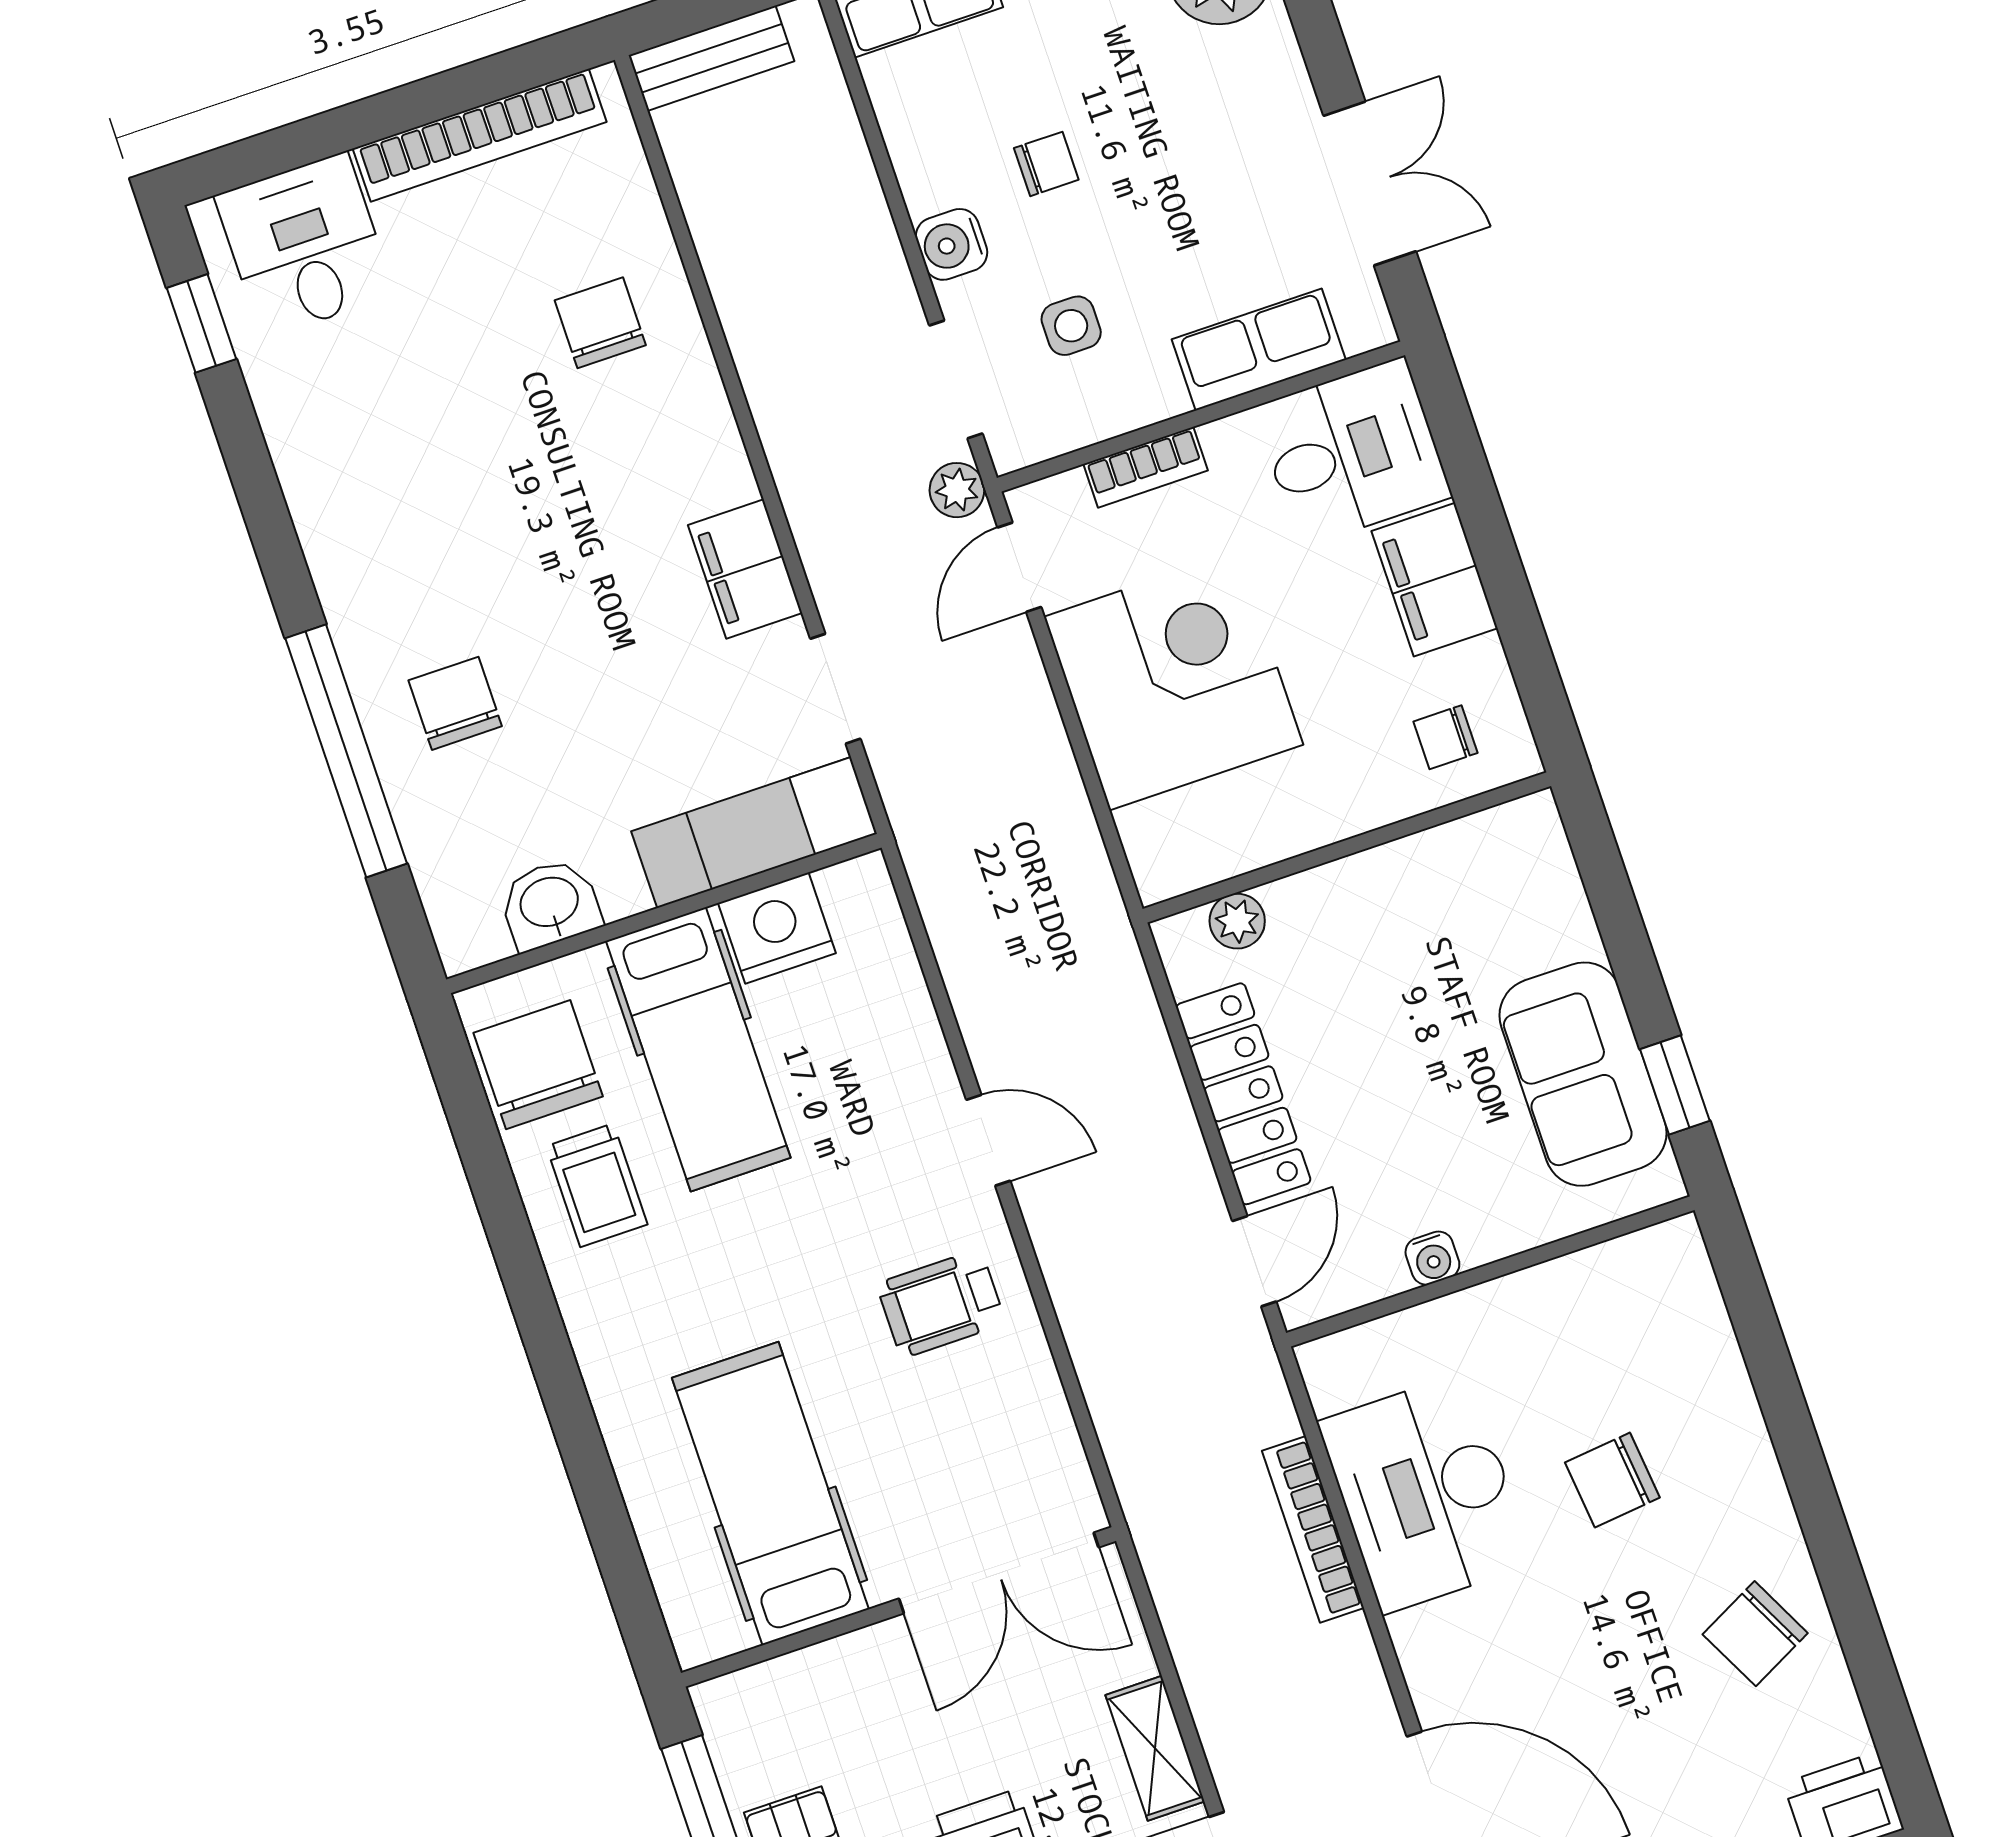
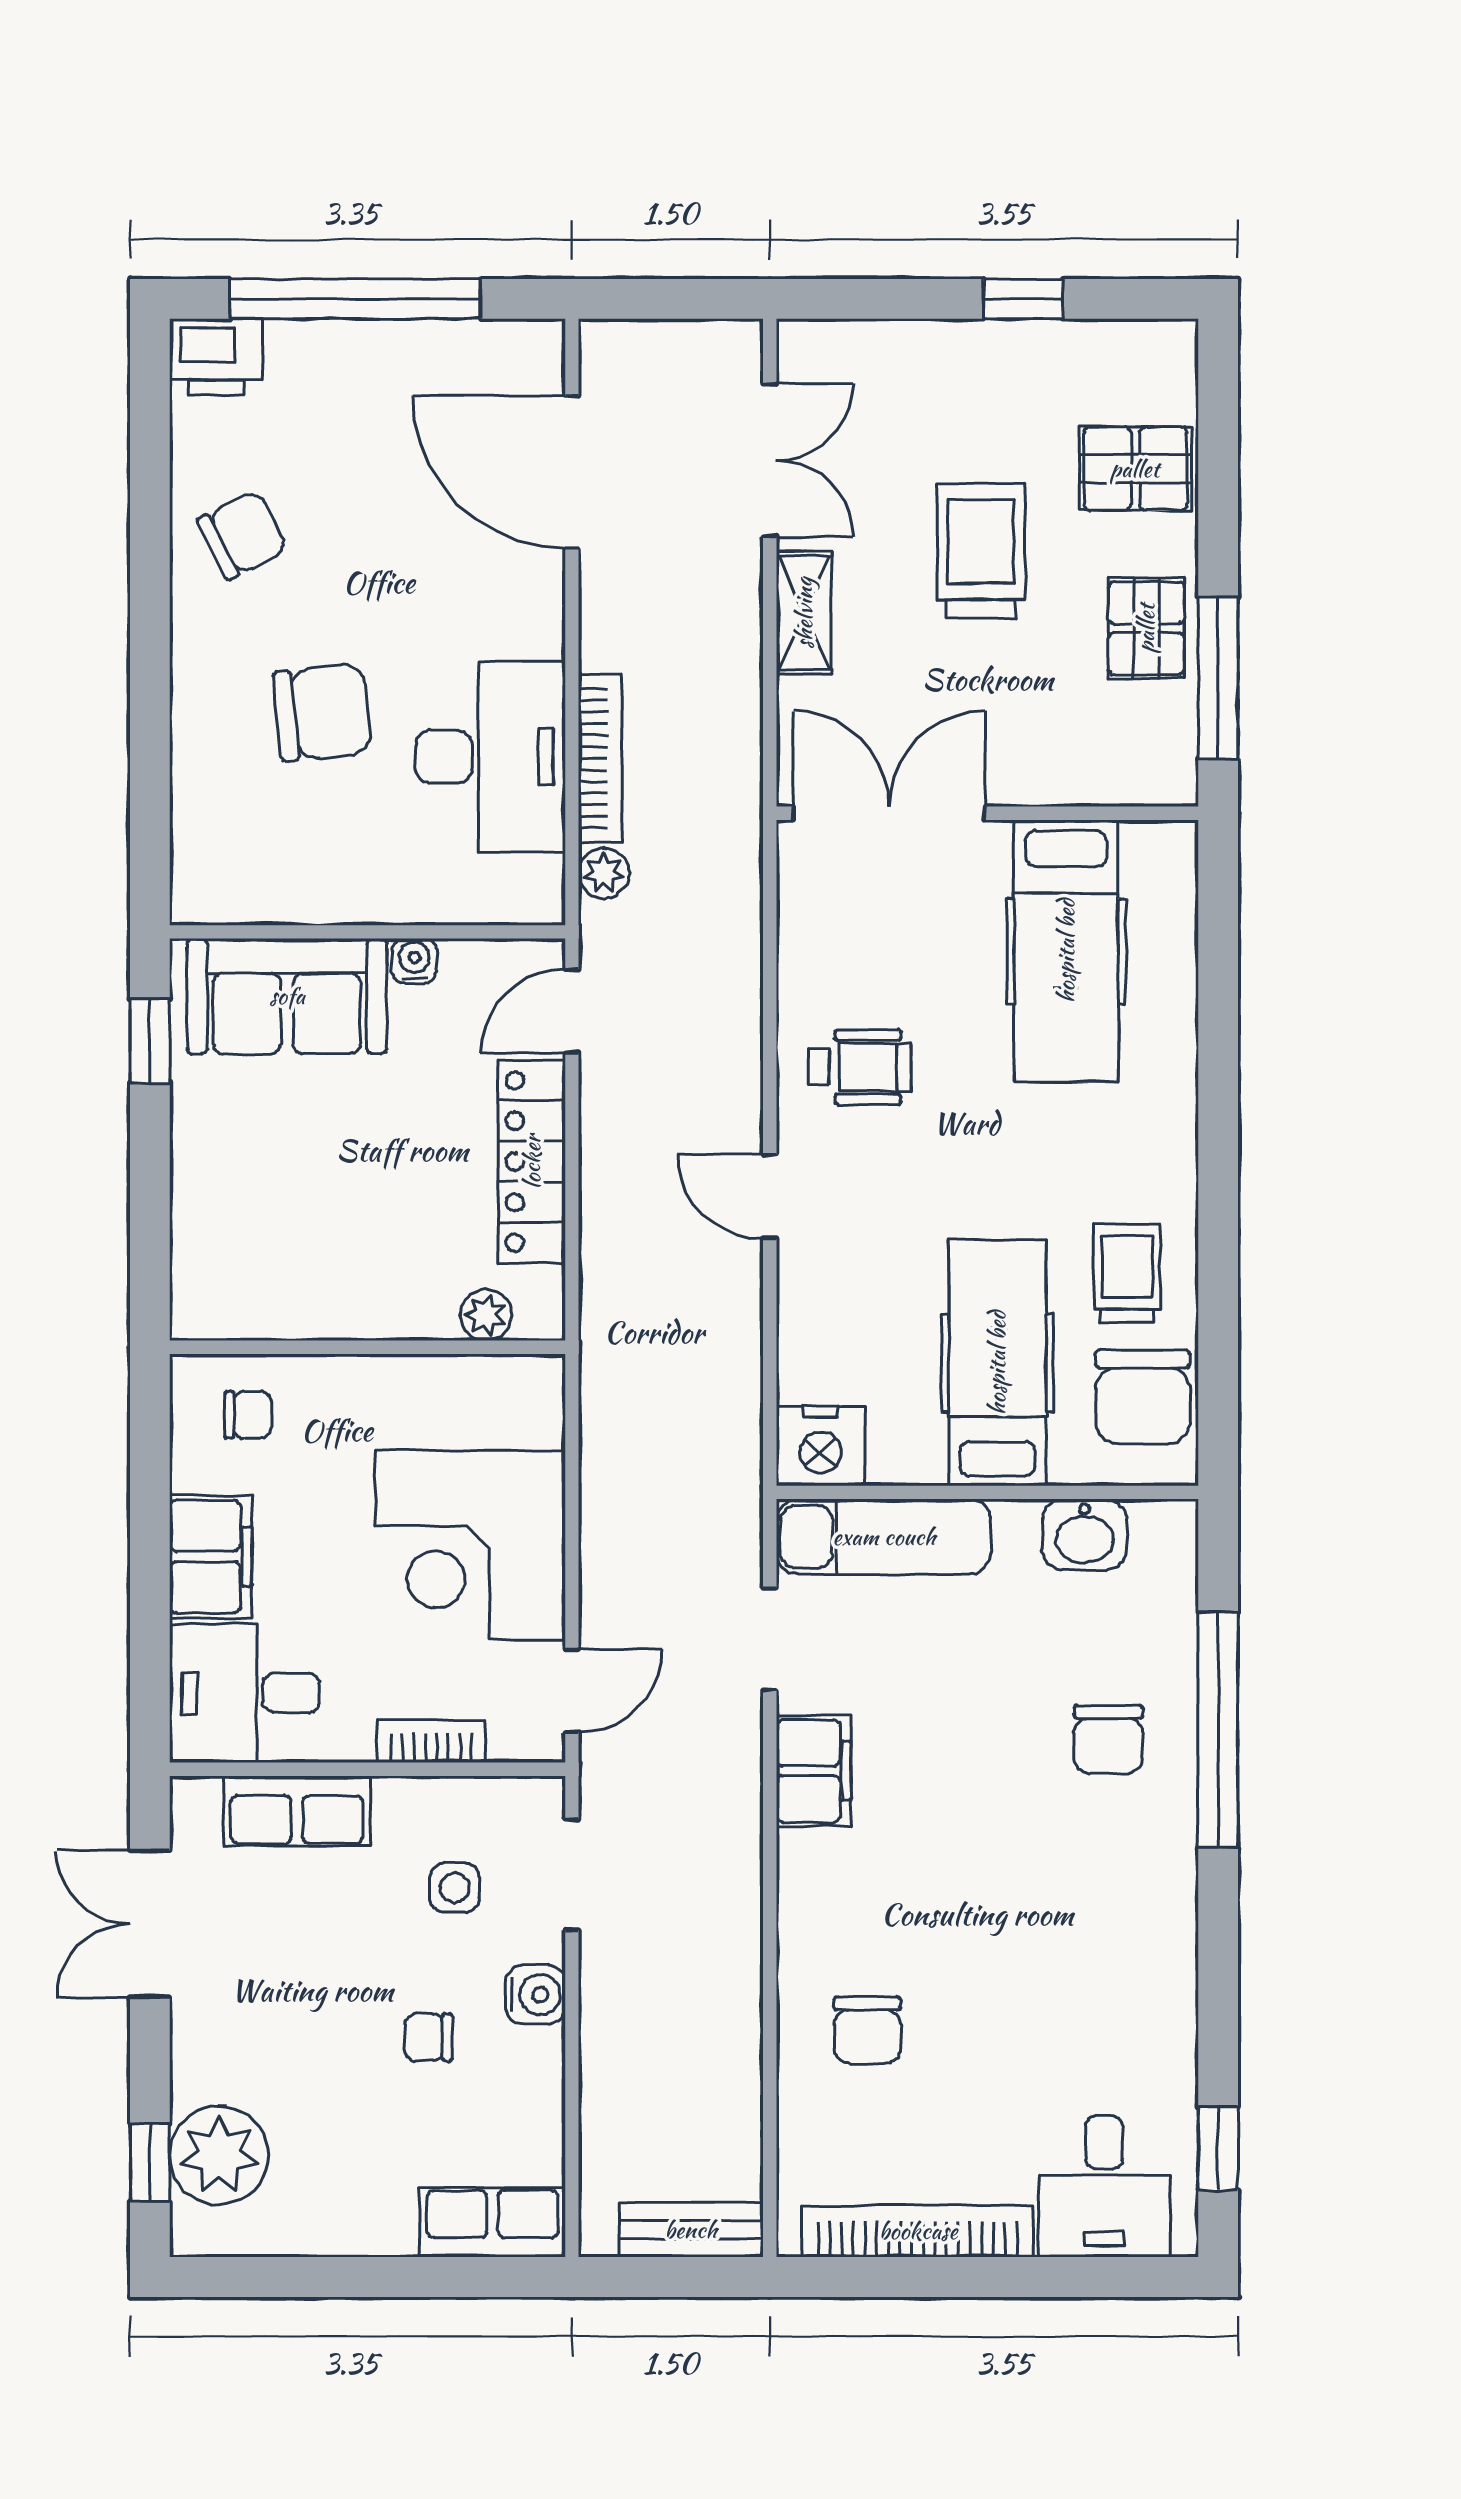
plant: (957, 490) -> (604, 873), moved
nightstand: (777, 928) -> (821, 1446), moved
sofa: (1583, 1074) -> (287, 996), moved, turned 90
chair: (1612, 1480) -> (322, 712), width x1.37, depth x1.37

